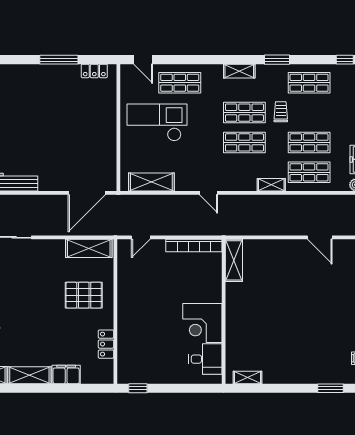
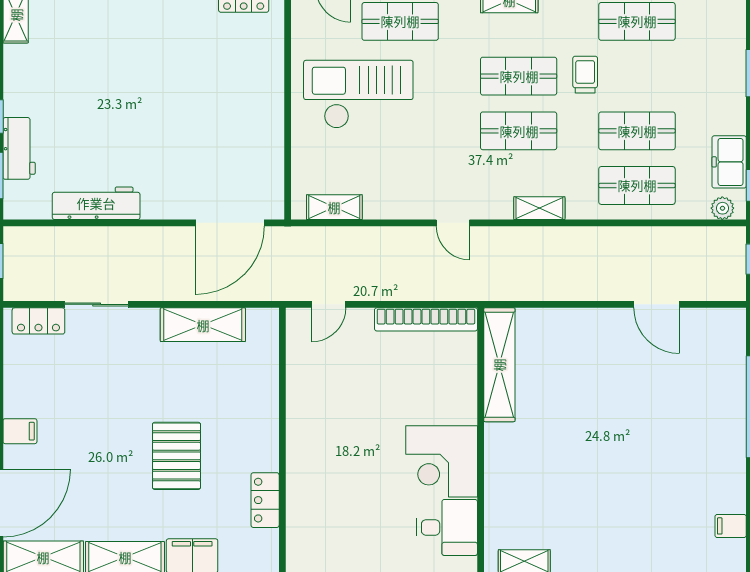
shelving: (151, 182) -> (334, 207), width x0.67, depth x0.75
shelving: (271, 185) -> (539, 208), moved
shelving: (89, 248) -> (203, 325), moved
shelving: (234, 260) -> (499, 365), width x1.47
pallet: (84, 295) -> (176, 456), moved, turned 90

